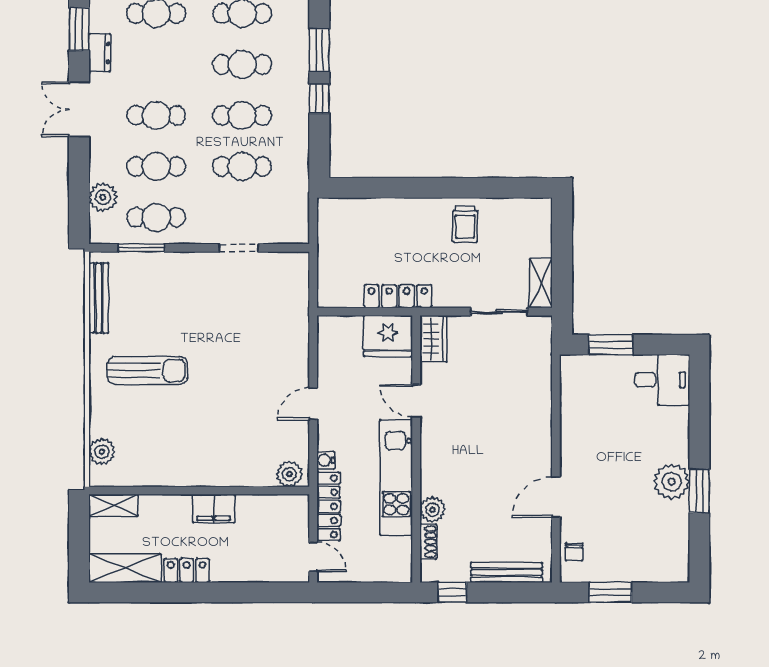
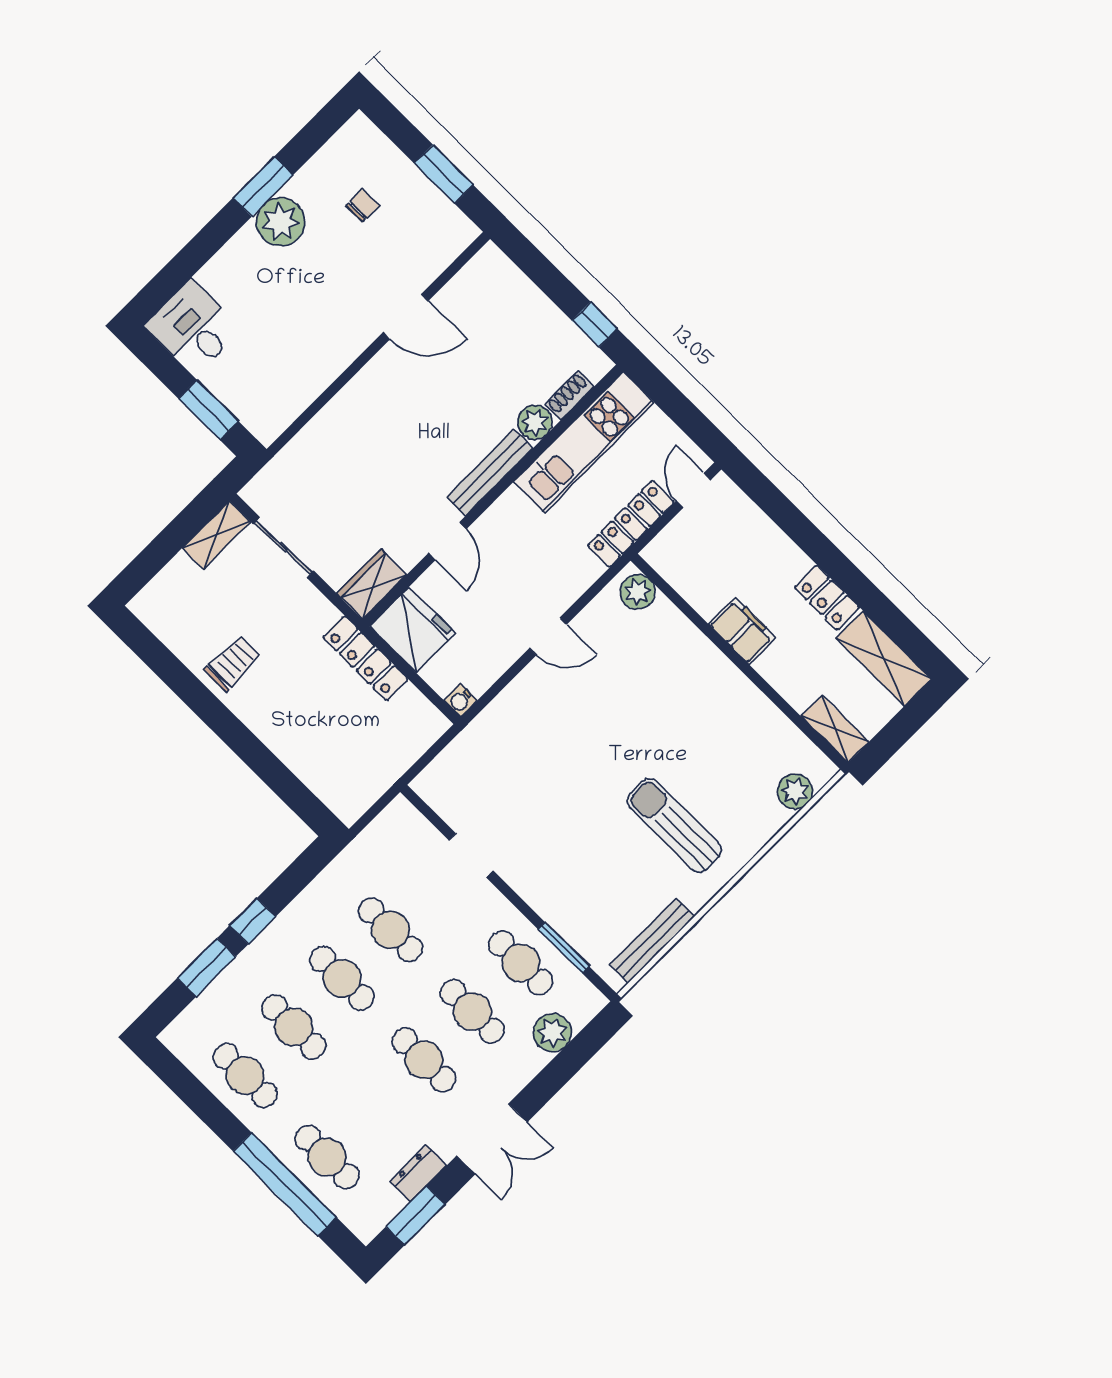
water cooler: (326, 460) -> (461, 700), moved, turned 90
kitchen unit: (396, 478) -> (584, 442), moved
chair: (574, 552) -> (363, 206), moved
bench: (507, 573) -> (490, 473), moved, turned 90

